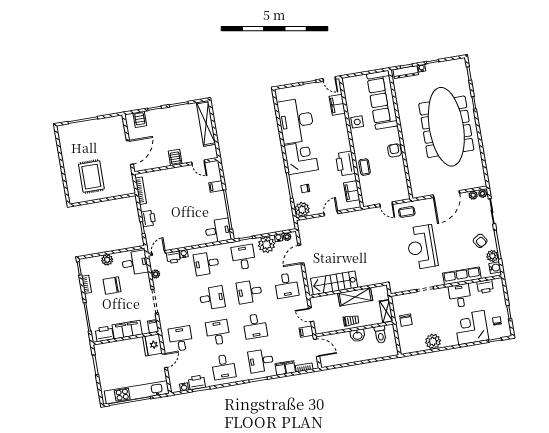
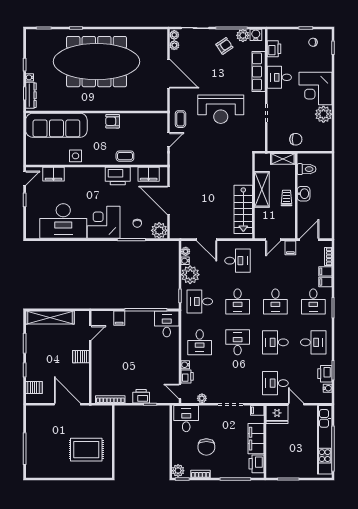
door: (331, 213) -> (168, 200), width x1.88
plant: (107, 260) -> (178, 471), moved
desk: (255, 326) -> (275, 302), turned 90
corner desk: (471, 327) -> (315, 89), moved

